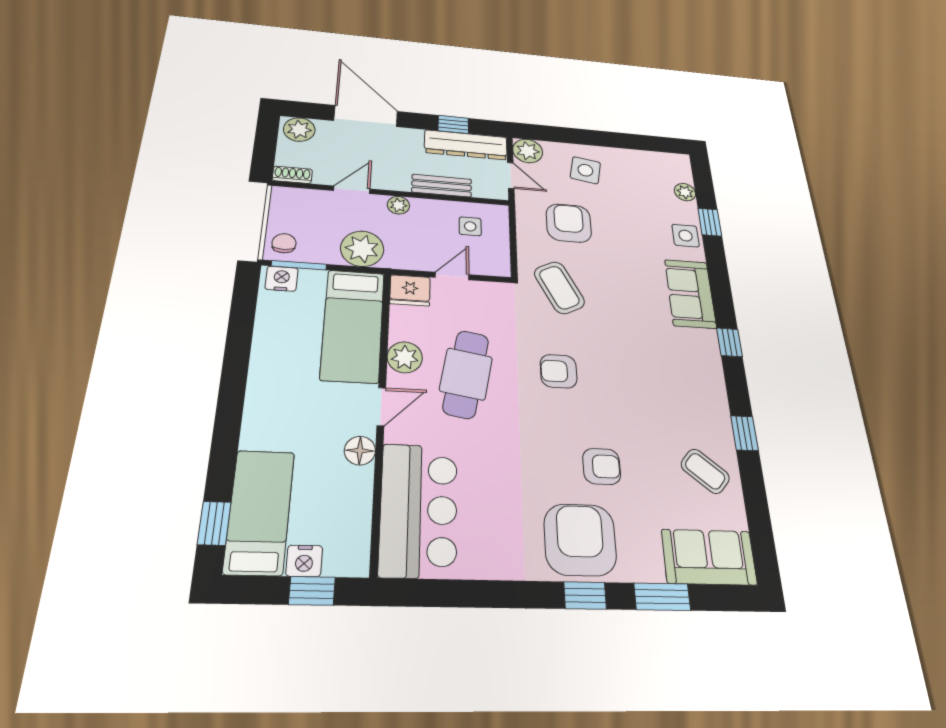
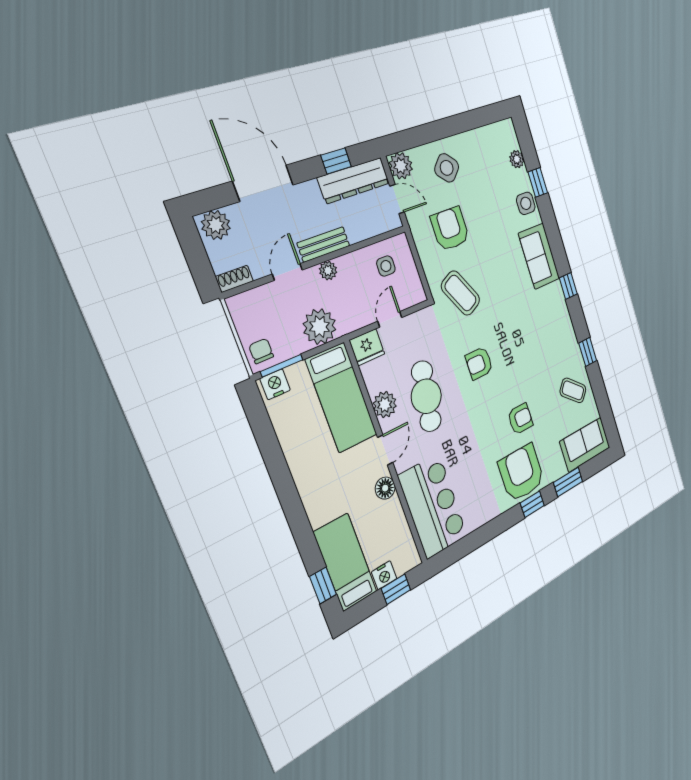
side table: (585, 170) -> (447, 168), turned 35
bench: (442, 186) -> (324, 244), moved

